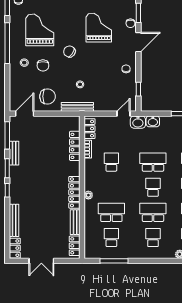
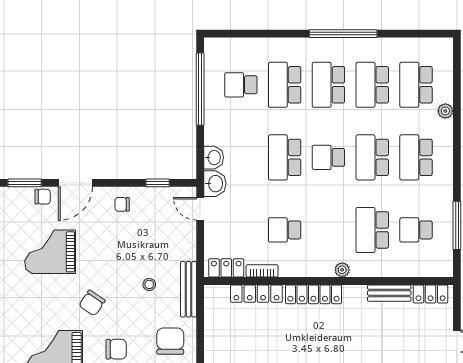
door: (138, 42) -> (75, 183), swing flipped
locker: (74, 192) -> (313, 294), moved
school desk: (153, 238) -> (416, 157), width x1.85

